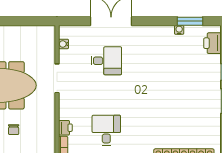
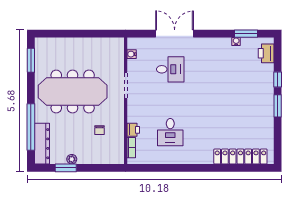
chair: (14, 130) -> (100, 130), moved
desk: (106, 130) -> (170, 132), turned 180

